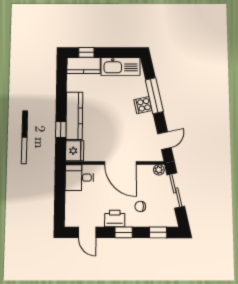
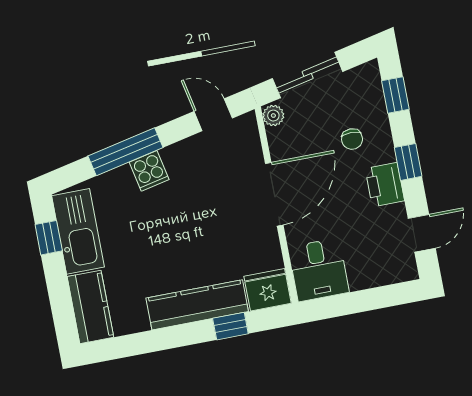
window: (86, 52) -> (49, 238), moved

